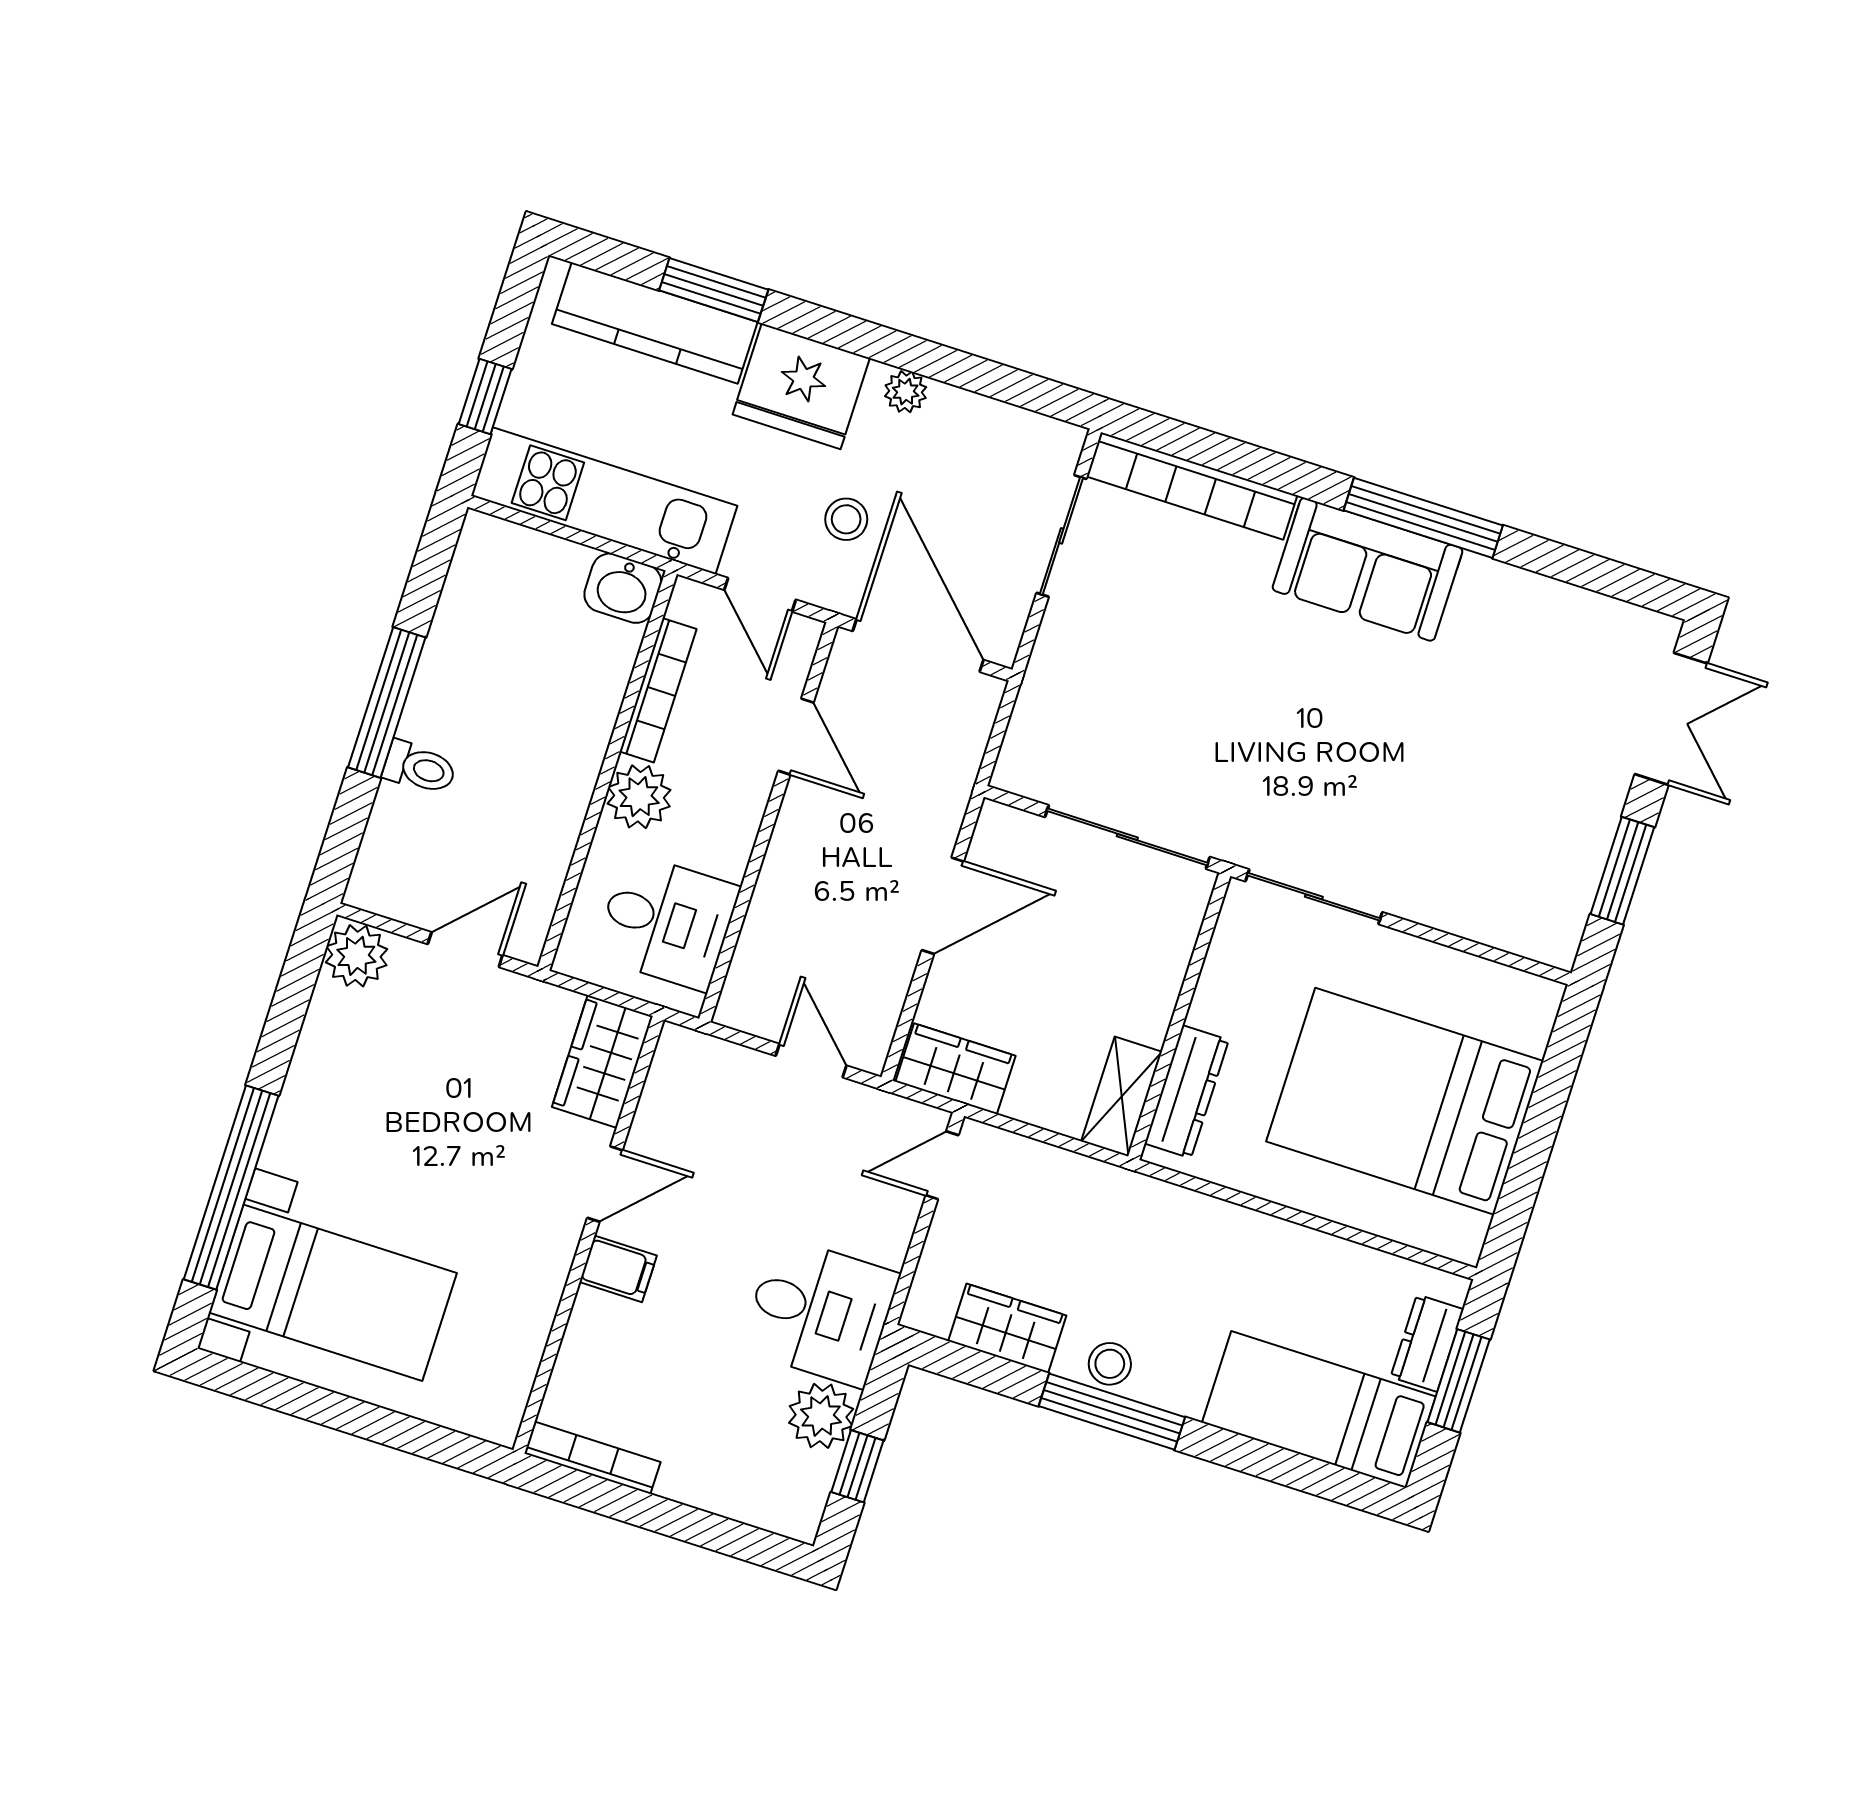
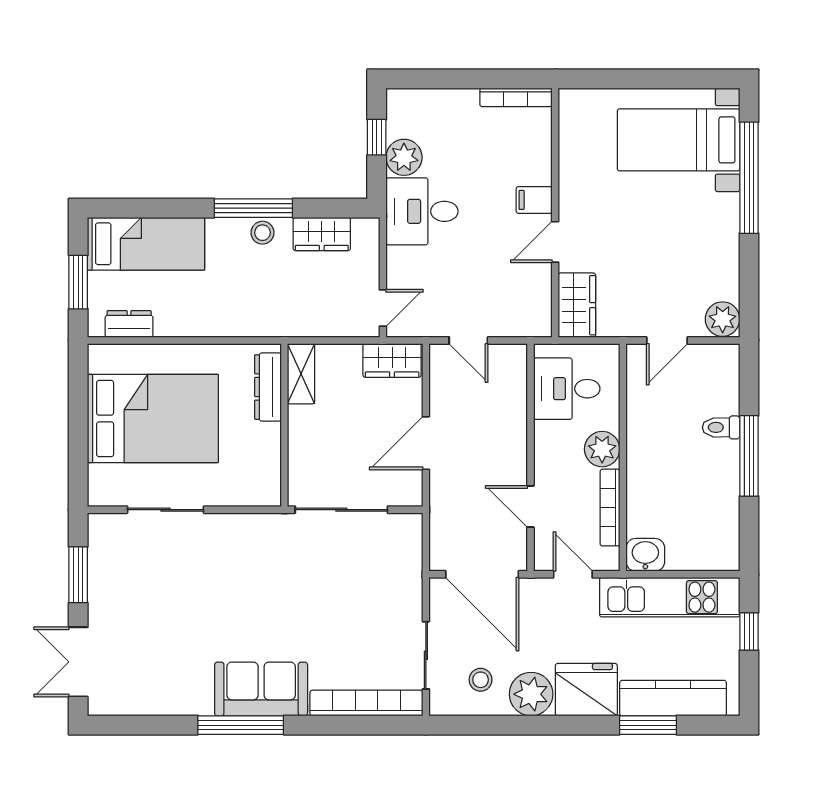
plant: (906, 392) -> (531, 694), width x1.87, depth x1.87
stool: (846, 519) -> (481, 680), moved
sliding door: (1314, 897) -> (166, 510), moved
dresser: (1427, 1343) -> (129, 324), moved, turned -90

